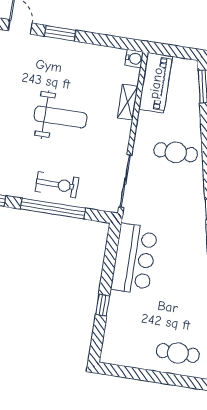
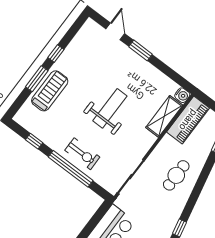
shelving: (128, 102) -> (164, 116), width x1.50, depth x1.33
weight bench: (61, 117) -> (110, 108), turned -90
cafe table: (176, 152) -> (176, 175), turned 90

